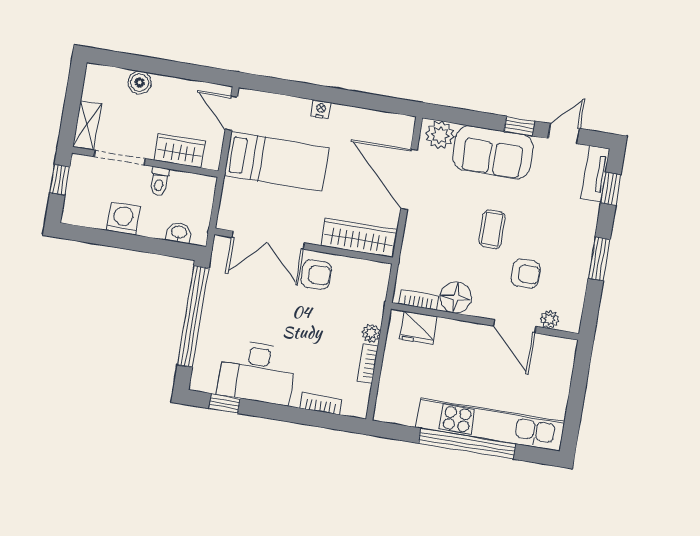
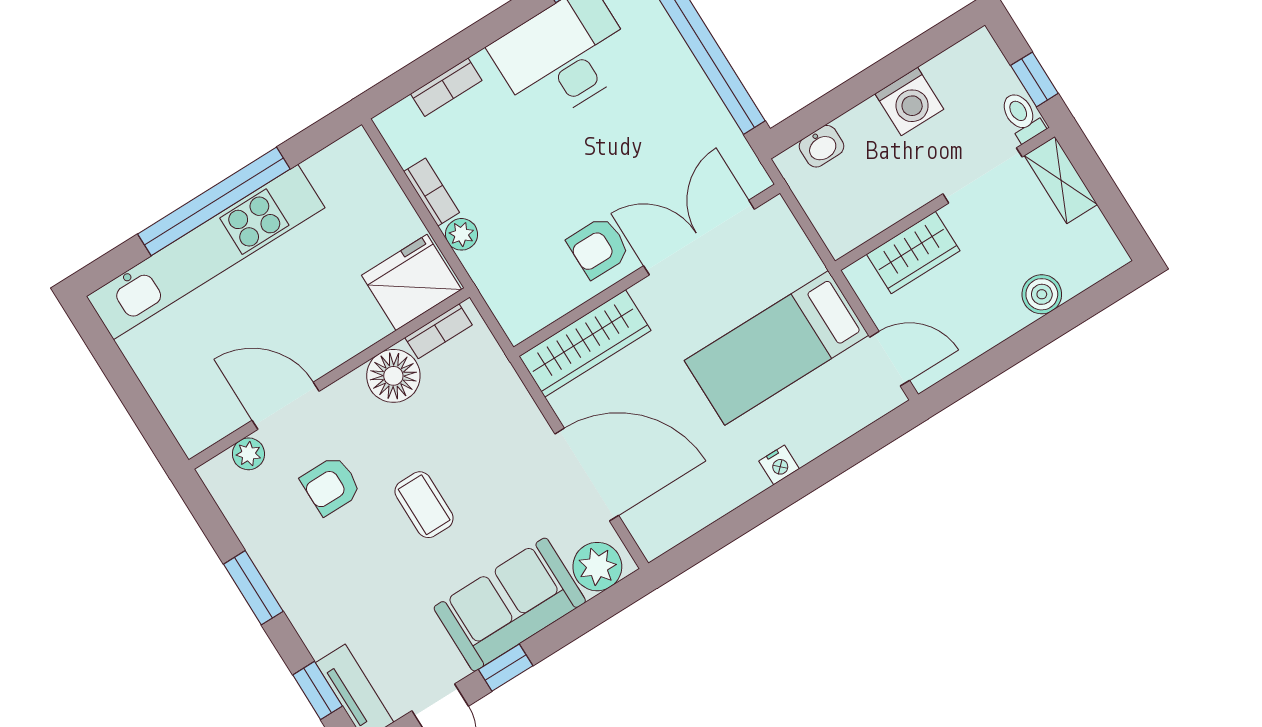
toilet: (159, 181) -> (1022, 117), moved
fridge: (418, 328) -> (412, 282), width x1.36, depth x1.34

